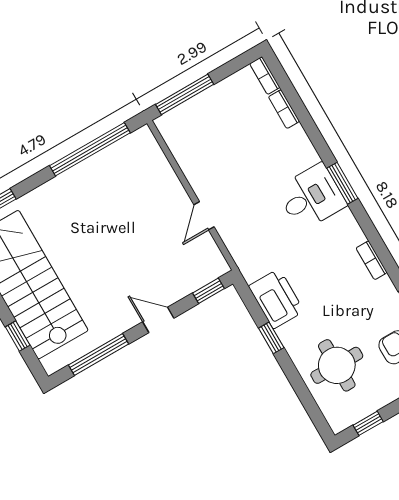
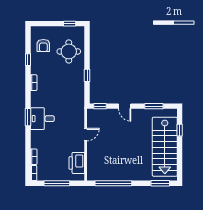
window: (185, 94) -> (57, 183), moved
printer: (276, 299) -> (77, 163), moved
window: (98, 355) -> (154, 106), width x0.69

